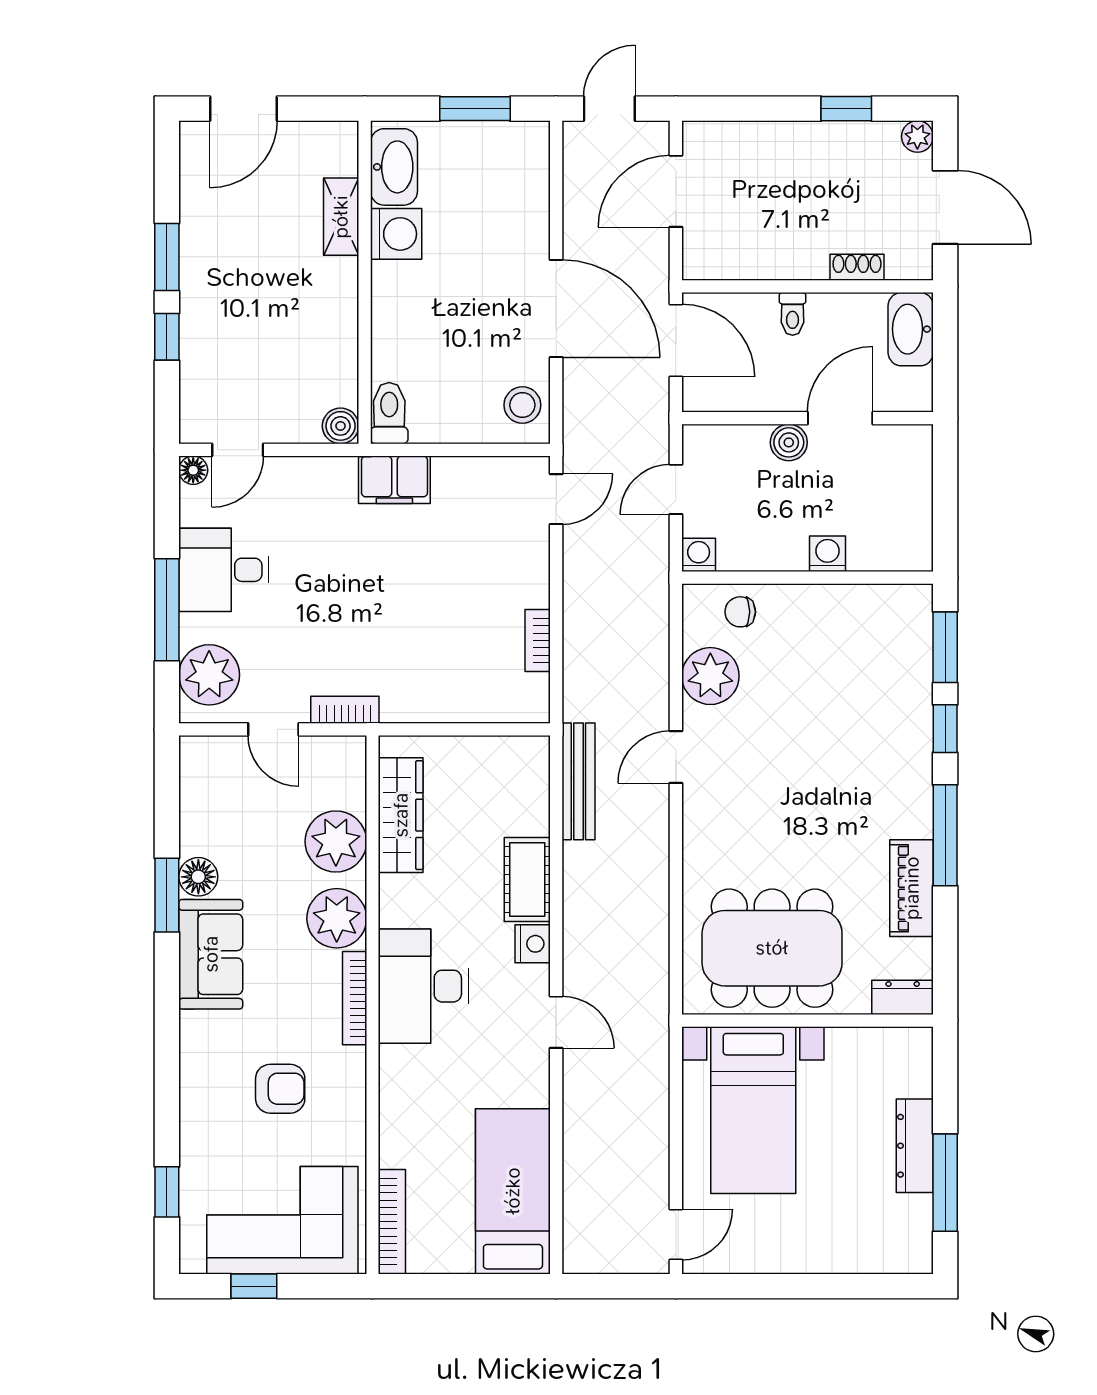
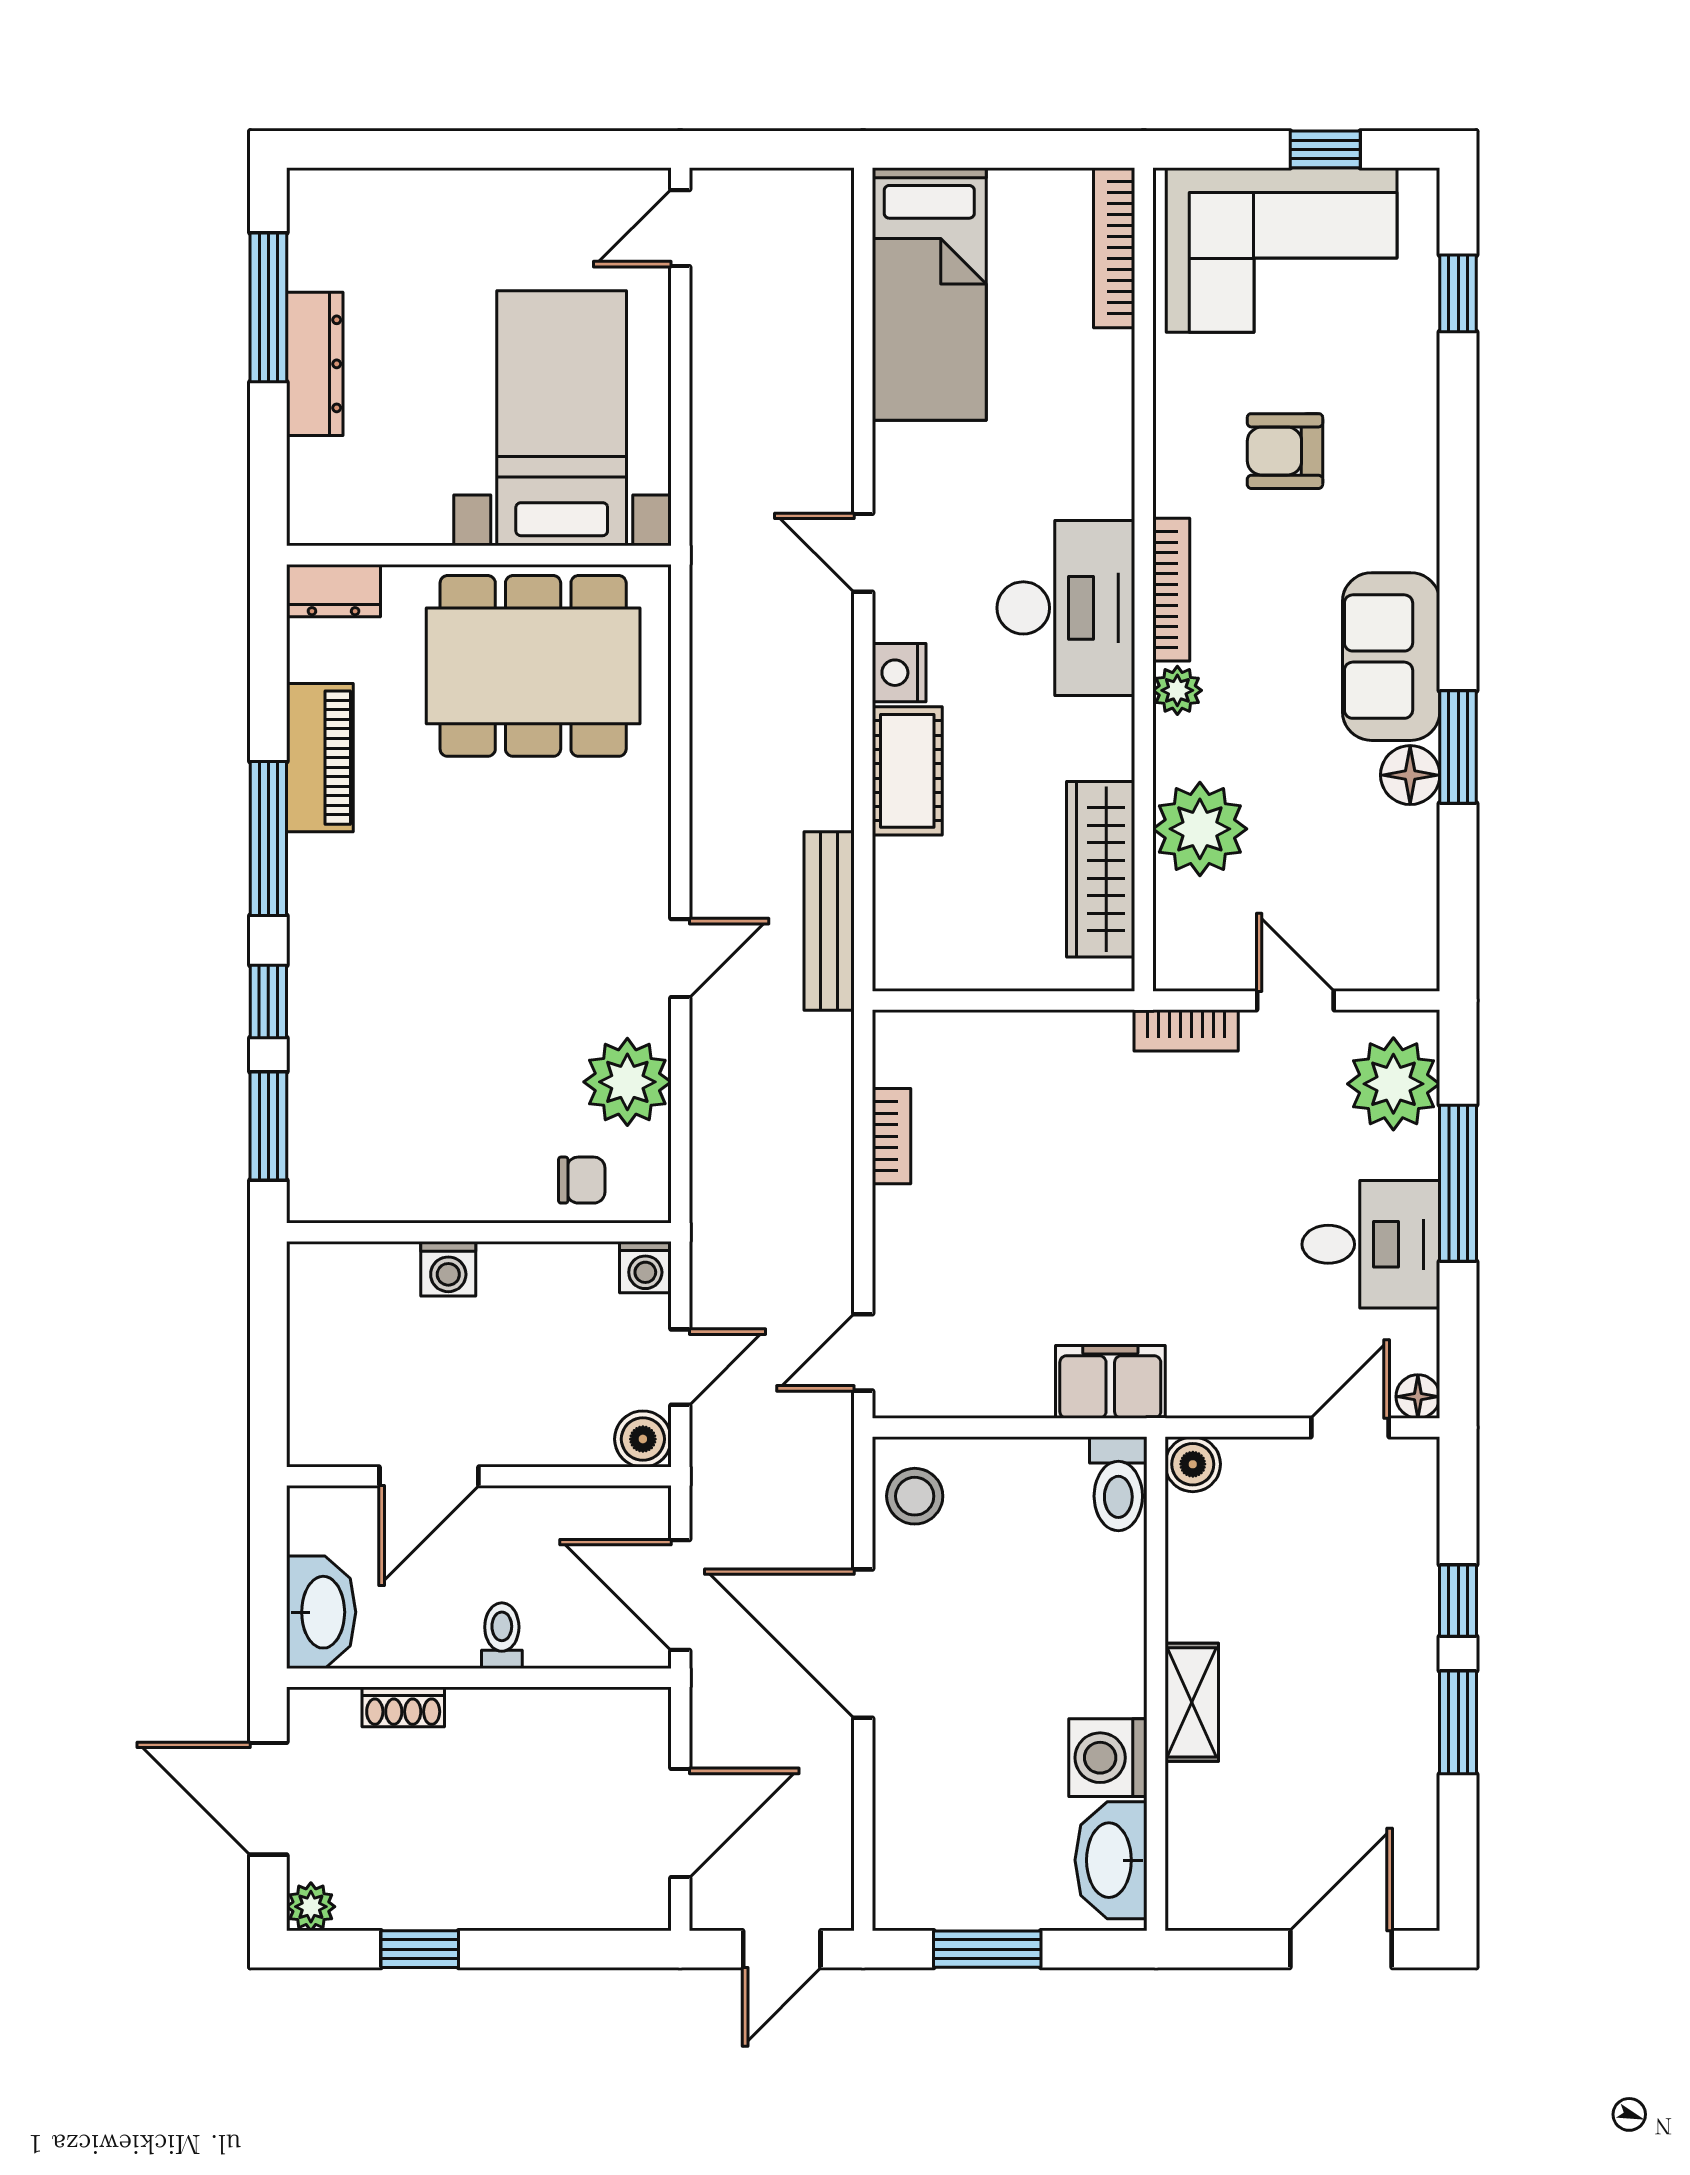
shelving: (341, 217) -> (1192, 1702), moved
boiler: (789, 442) -> (643, 1439), moved
plant: (337, 918) -> (1177, 690), width x0.53, depth x0.53

